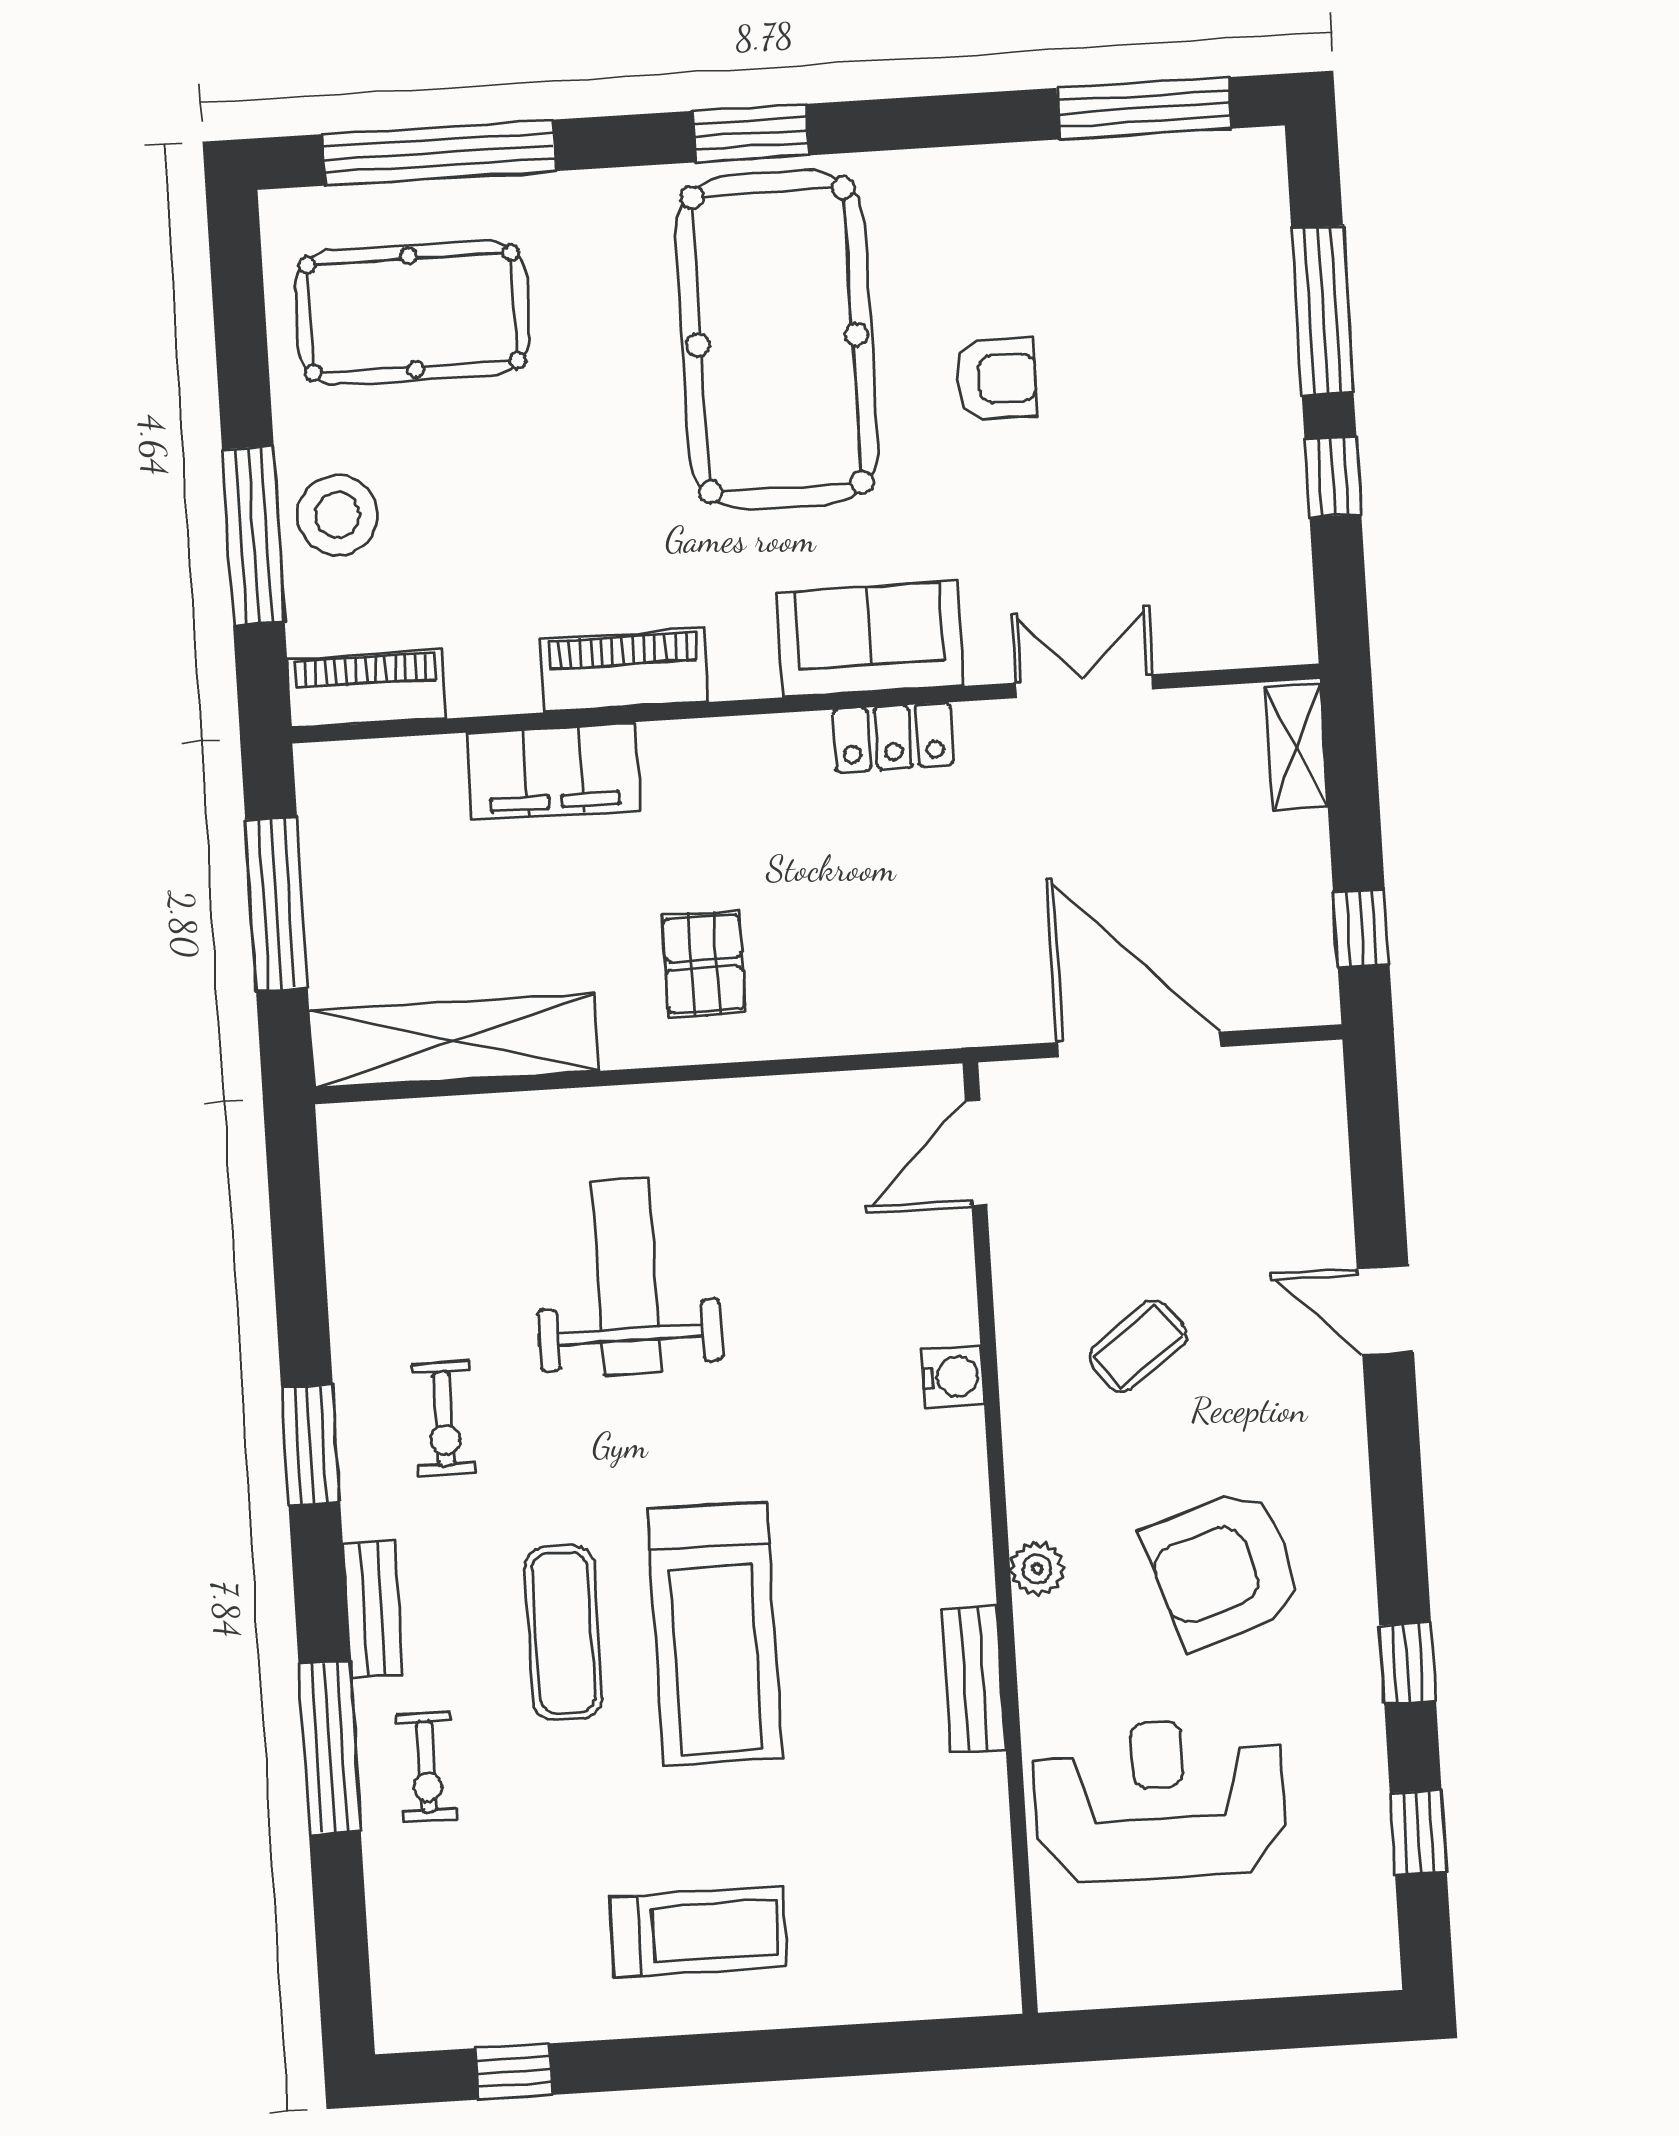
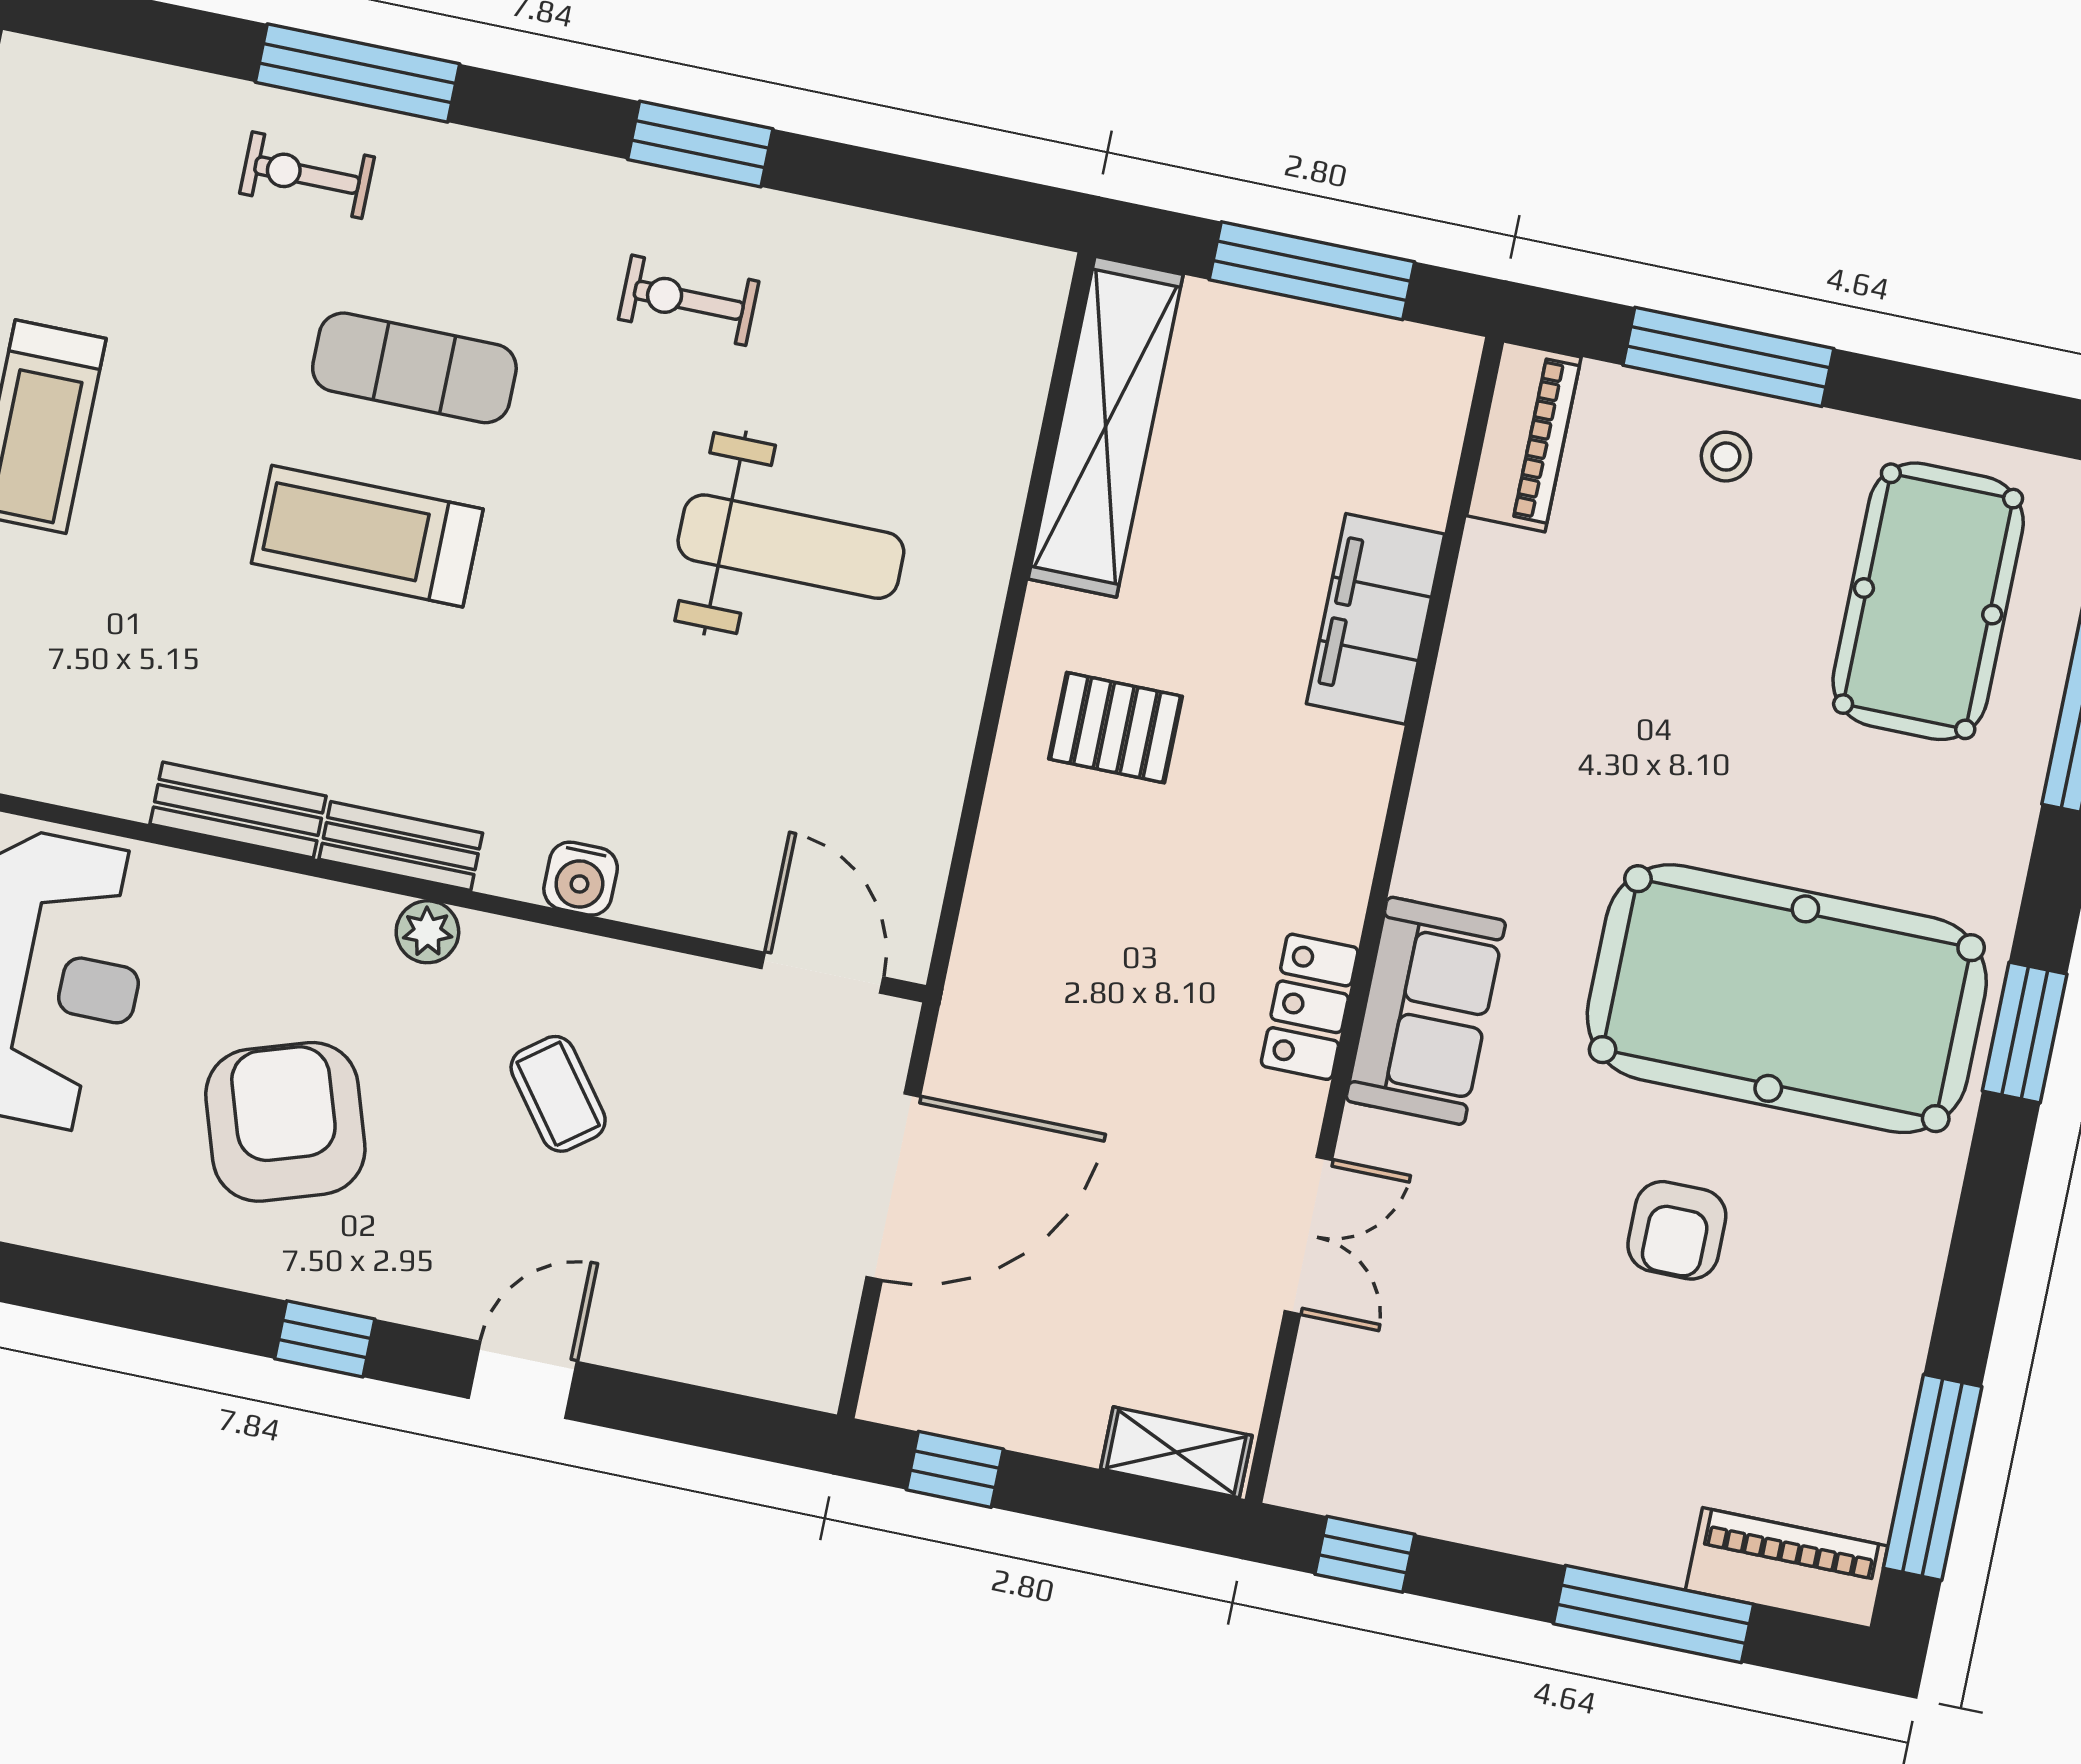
window: (1333, 477) -> (1365, 1554), moved
stool: (337, 515) -> (1726, 457), width x0.53, depth x0.53
piano: (624, 670) -> (1787, 1568), moved, turned -90
plant: (1037, 1569) -> (427, 932), moved
bench: (372, 1609) -> (401, 846), moved
treadmill: (715, 1634) -> (367, 536), width x0.73, depth x0.73
window: (1408, 1663) -> (325, 1339), moved

